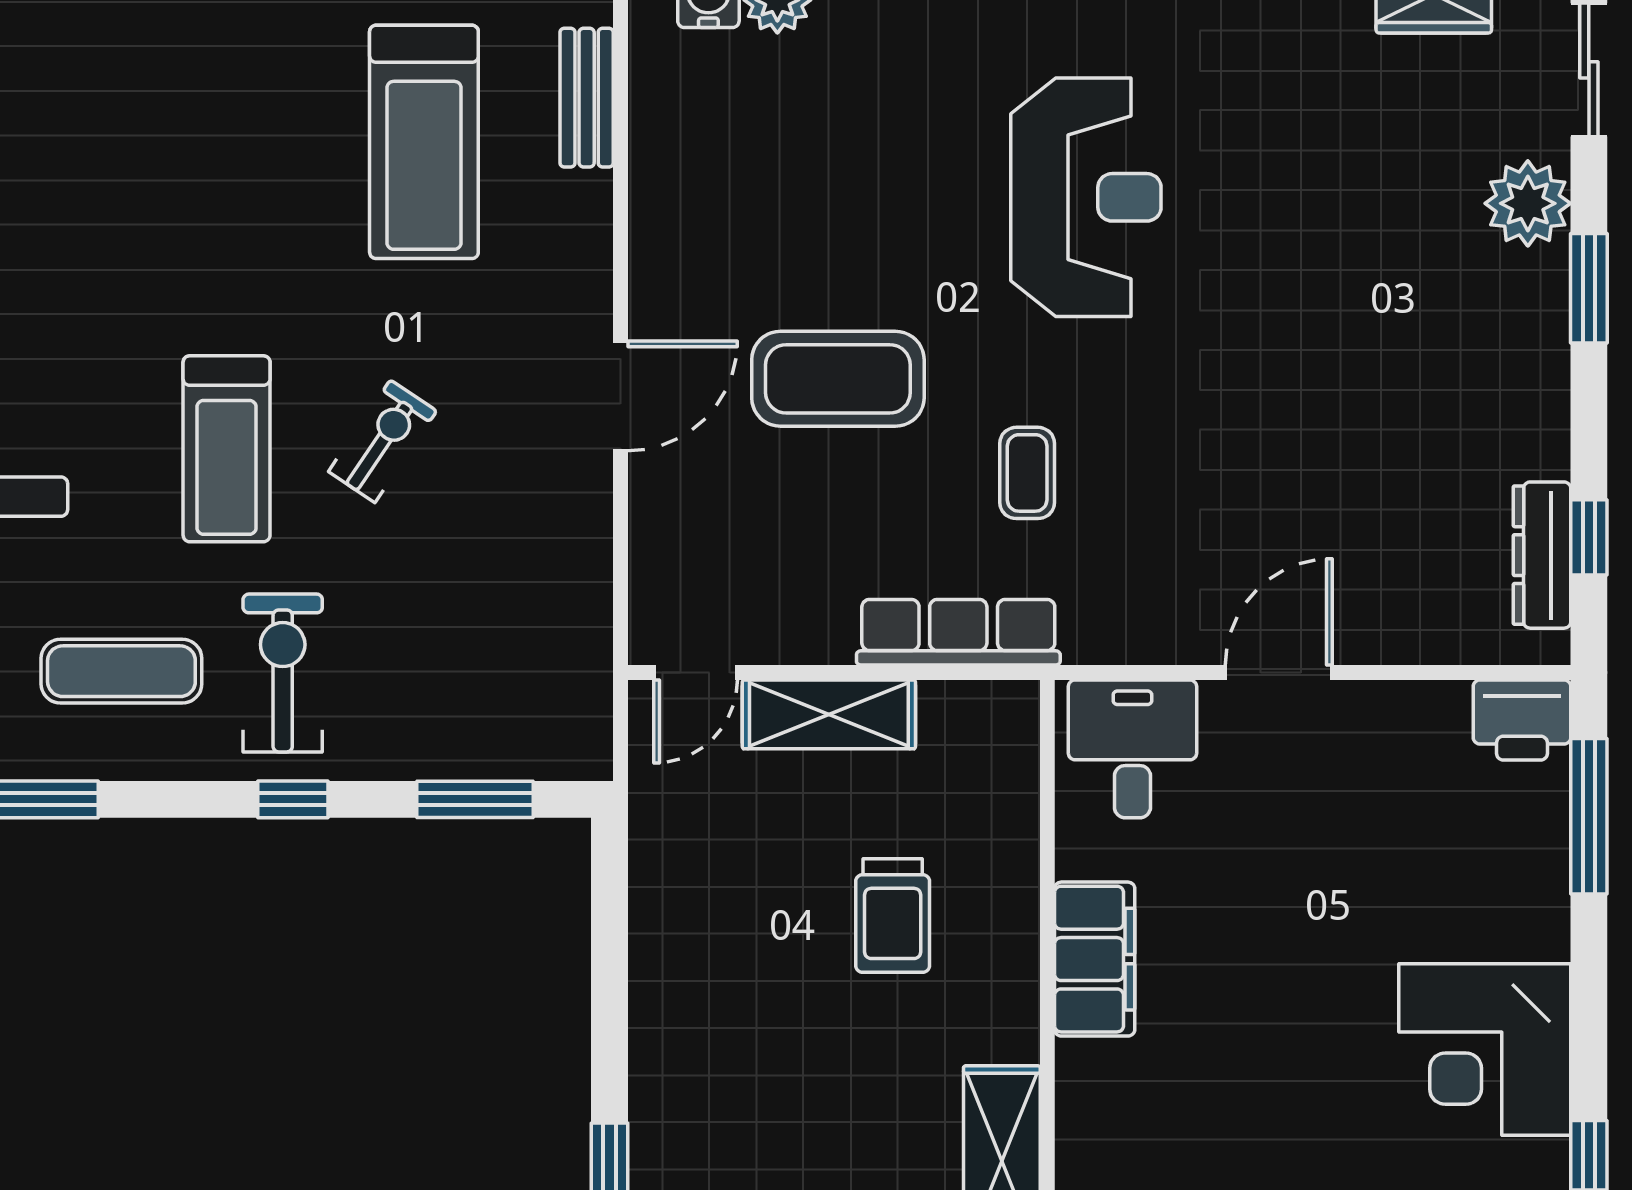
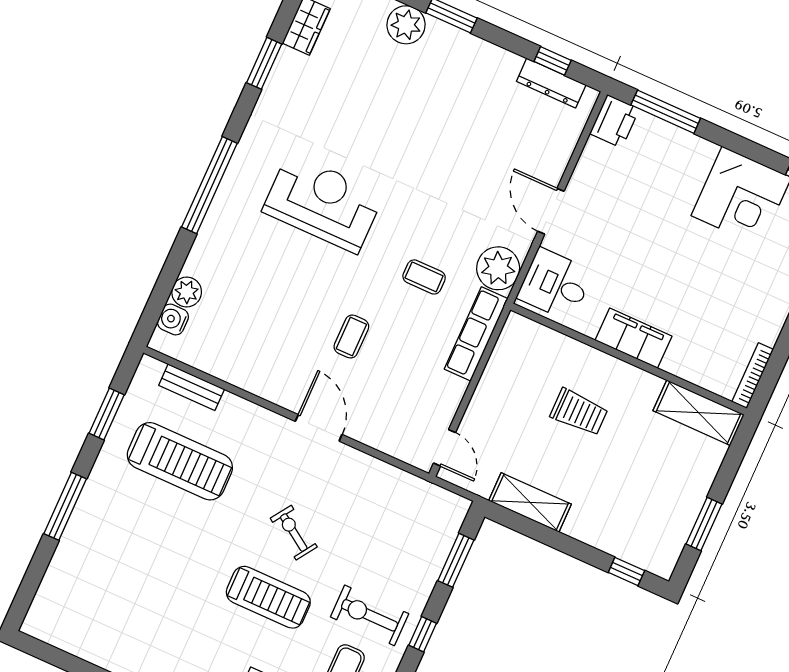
coffee table: (838, 379) -> (351, 337), width x0.54, depth x0.58
plant: (1113, 617) -> (498, 268), added
shelving: (829, 714) -> (530, 502), moved, turned 90

